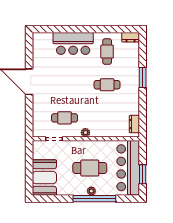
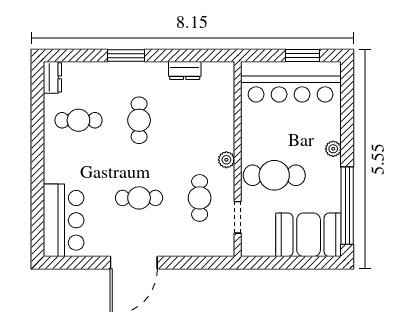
bar counter: (73, 43) -> (64, 220), moved
cafe table: (65, 85) -> (139, 198), added
dresser: (134, 124) -> (185, 71), moved
cafe table: (90, 168) -> (274, 175), moved, turned 90
window: (94, 199) -> (347, 206), moved

